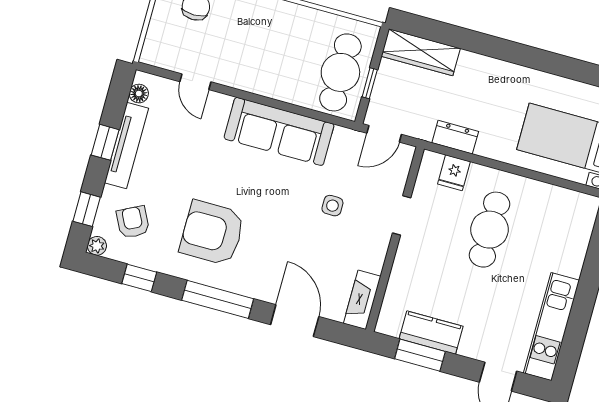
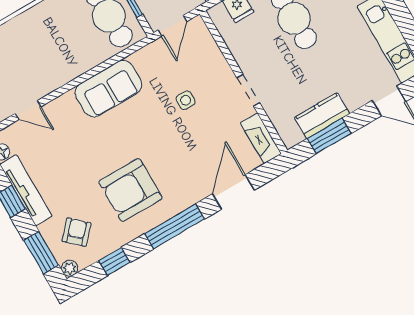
sofa: (279, 131) -> (108, 89), width x0.73
window: (87, 209) -> (41, 253), width x1.50
doorway: (402, 215) -> (248, 90), moved
armchair: (133, 222) -> (77, 232), turned 70
door: (295, 321) -> (233, 192), hinge flipped

